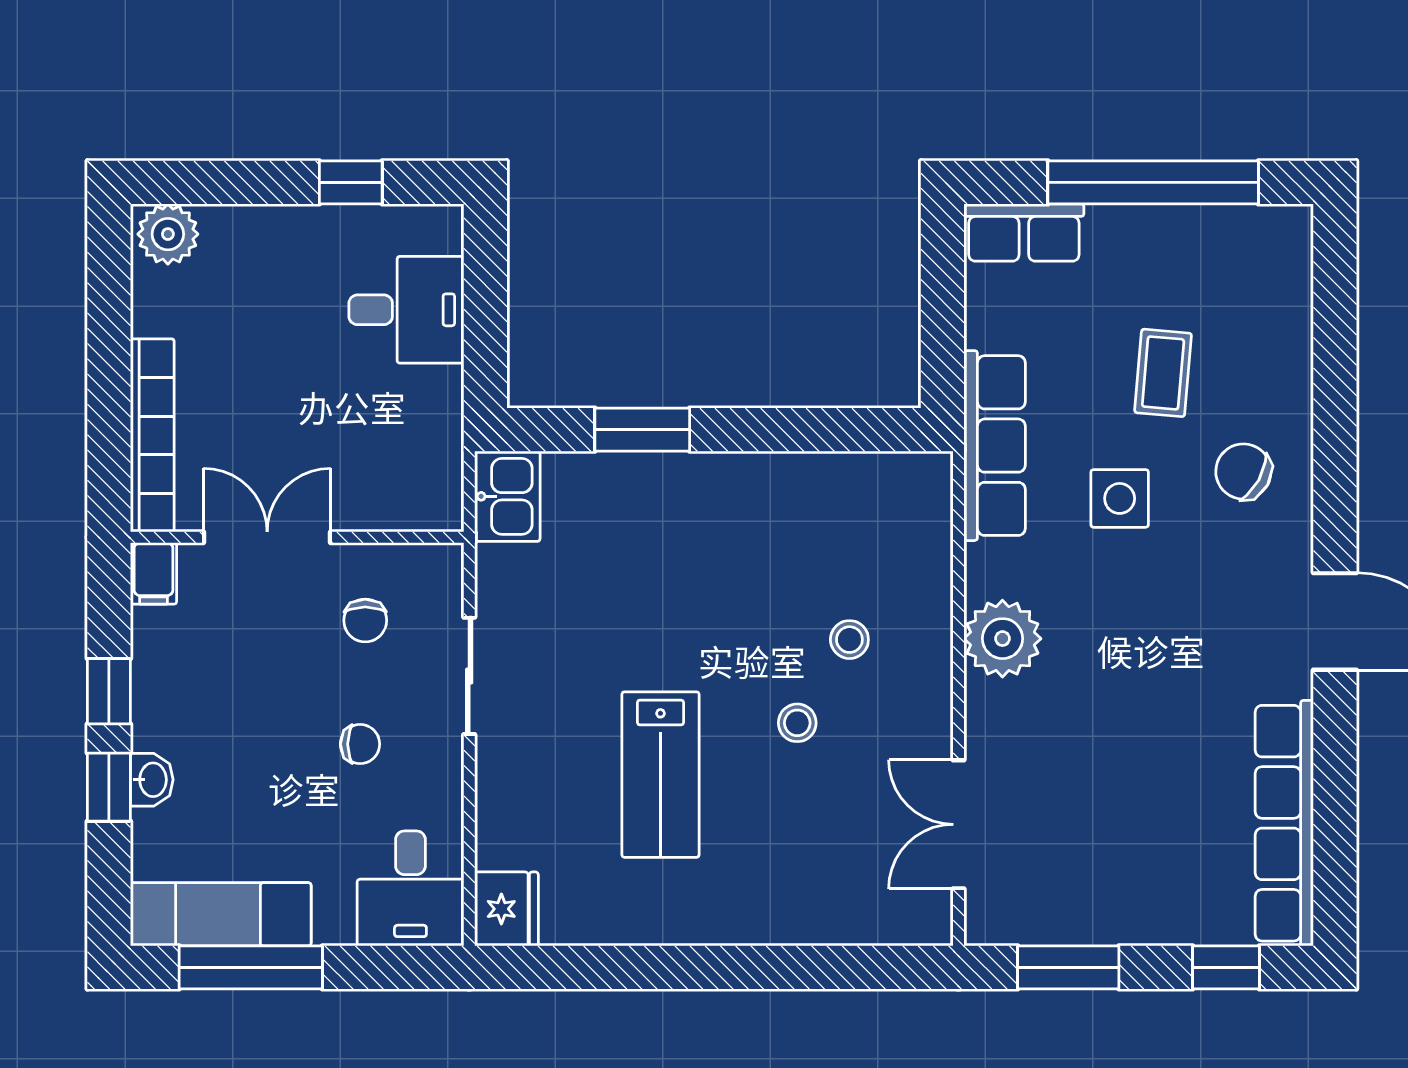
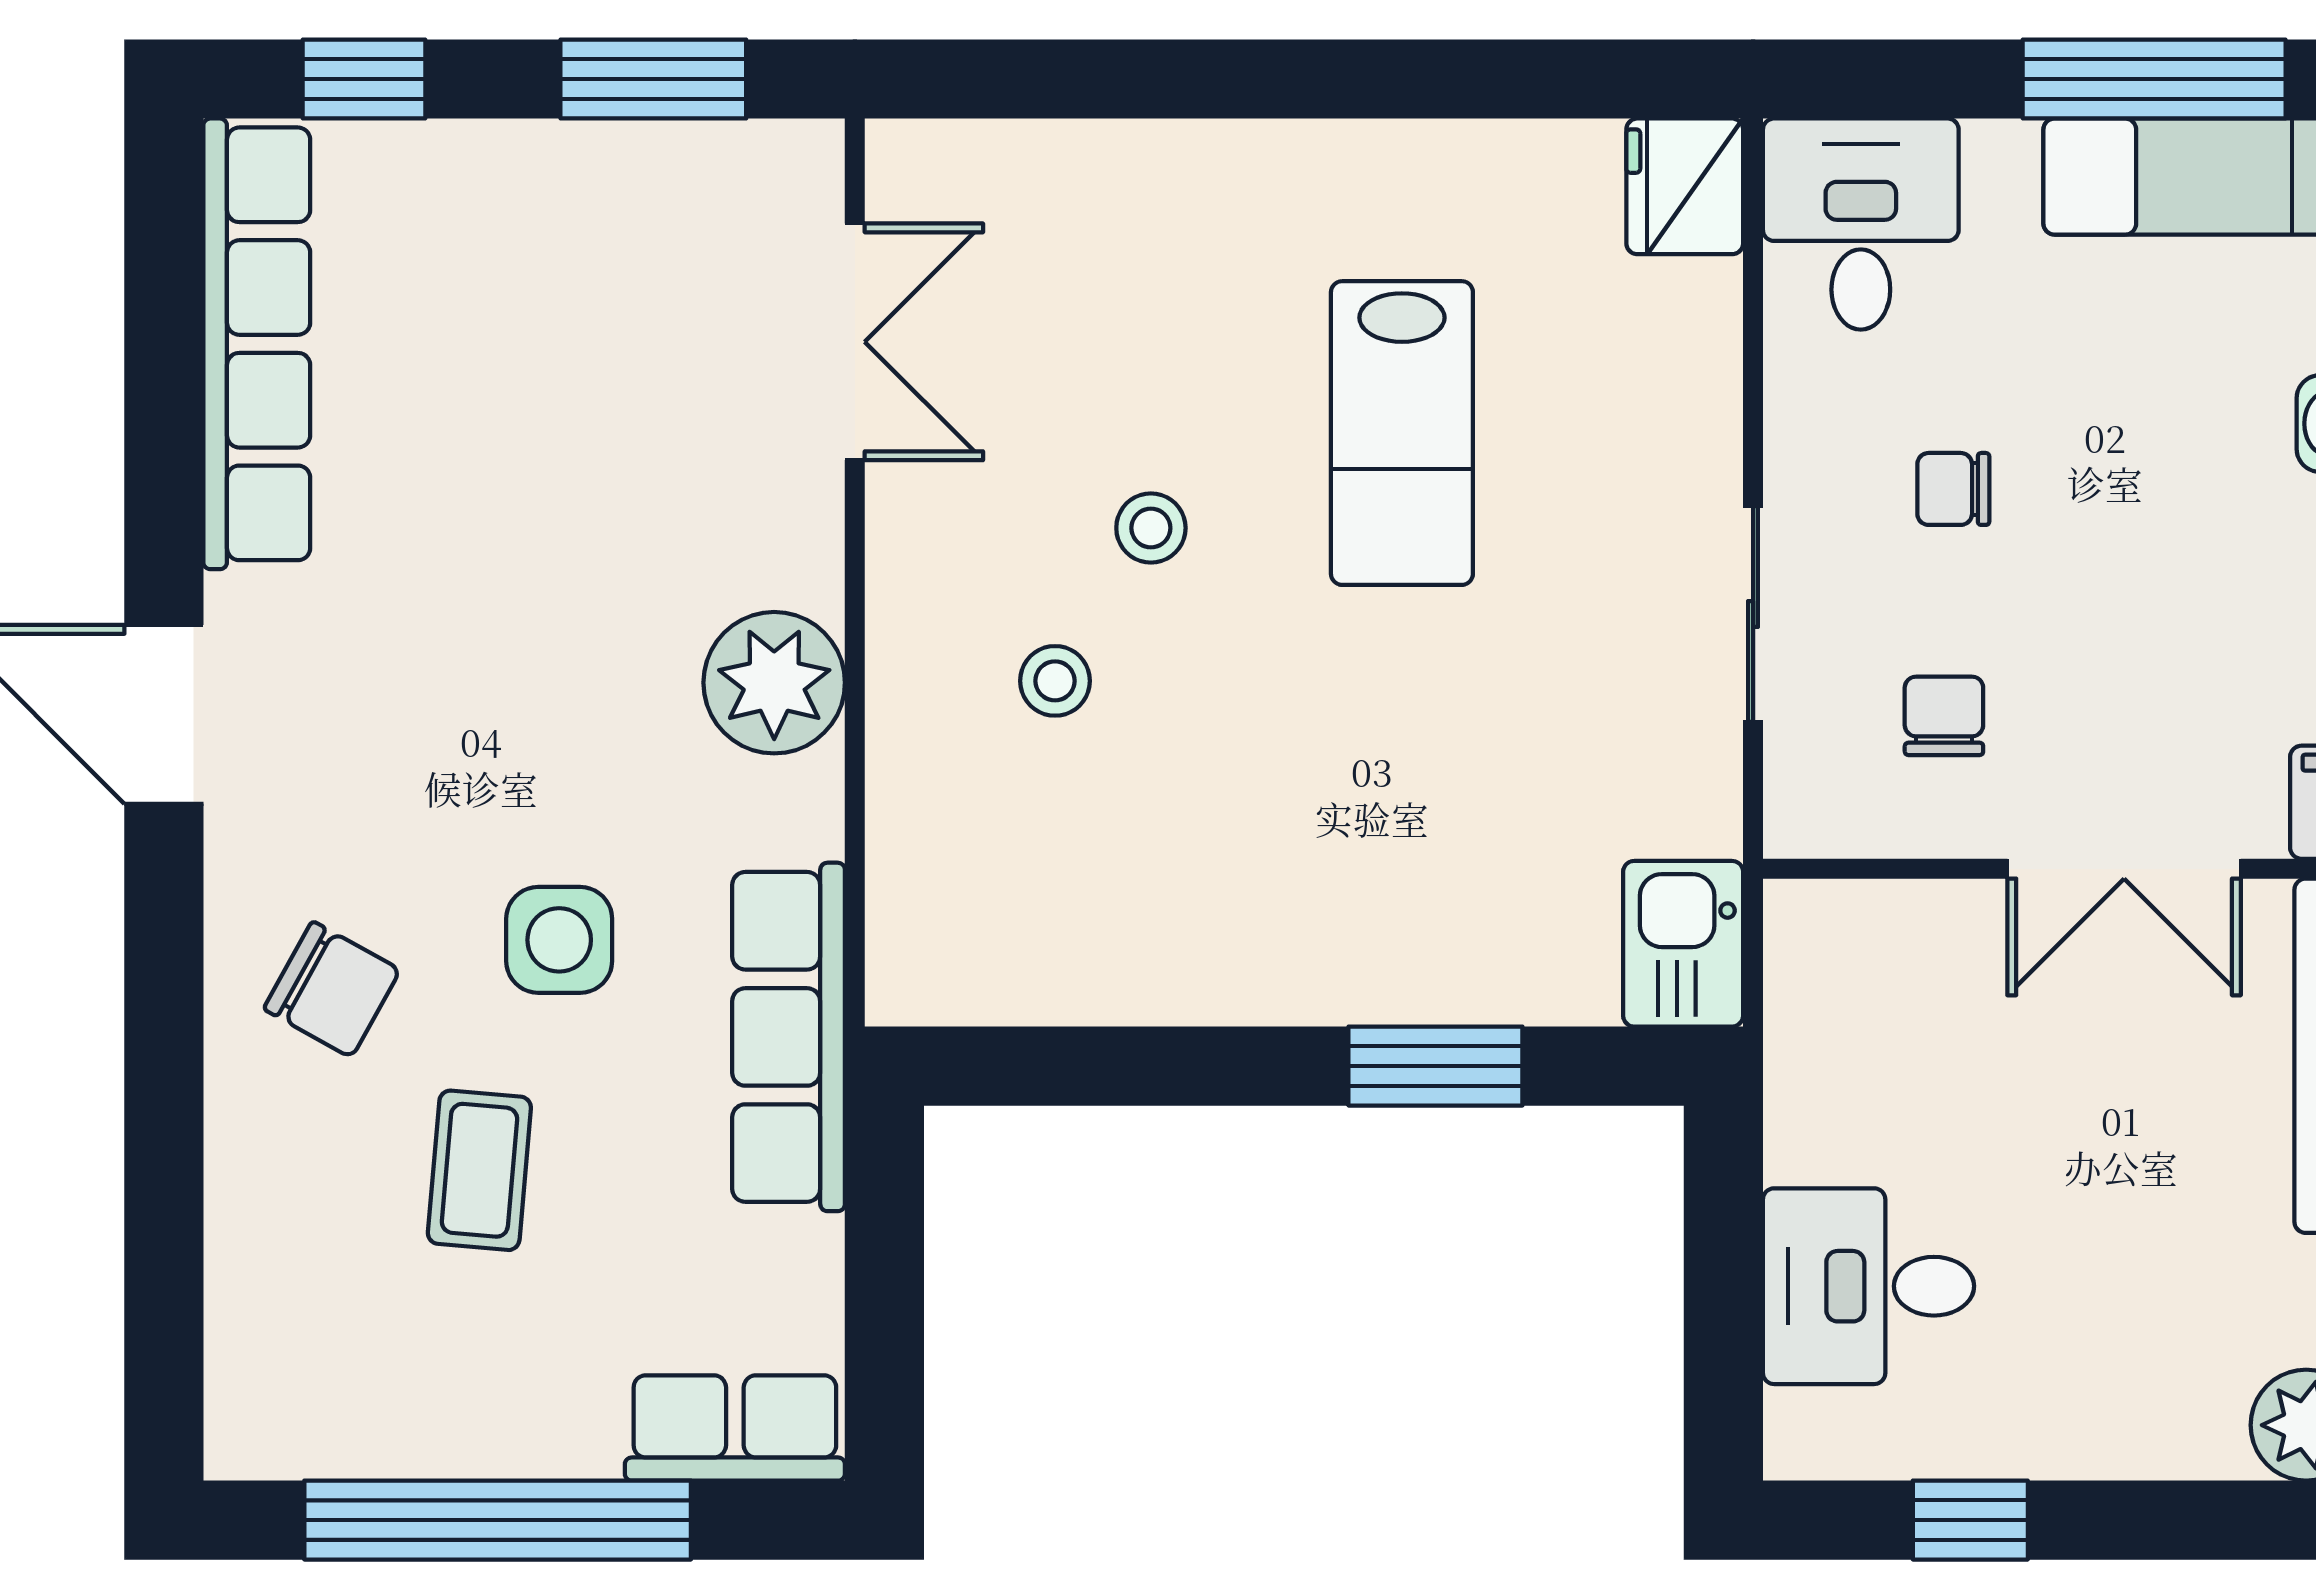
lab bench: (660, 775) -> (1402, 433), turned 180

